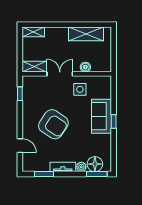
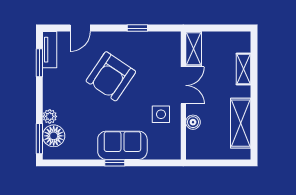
shelving: (33, 32) -> (243, 69), moved
window: (20, 94) -> (137, 28), moved
tv unit: (63, 167) -> (50, 50), moved

